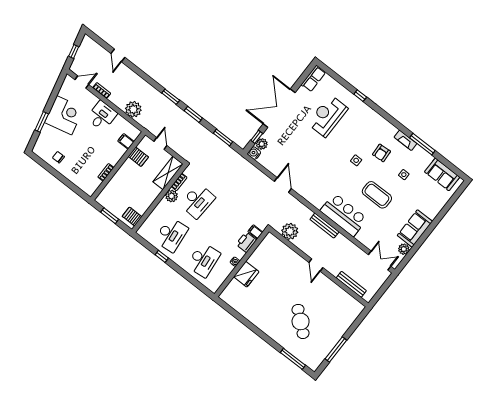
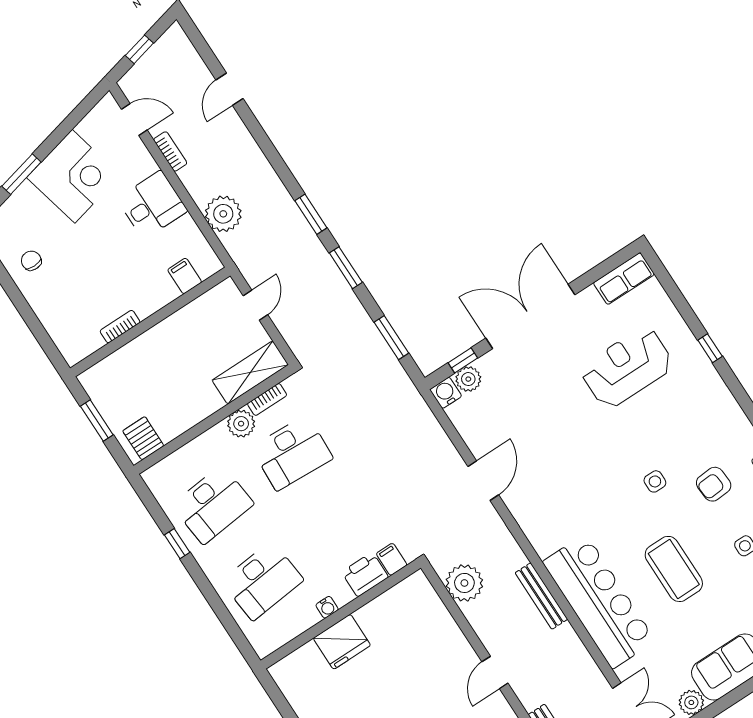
server rack: (138, 157) -> (200, 317), removed
bar counter: (344, 215) -> (599, 601), width x1.36

